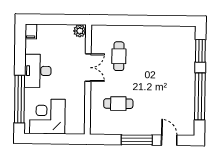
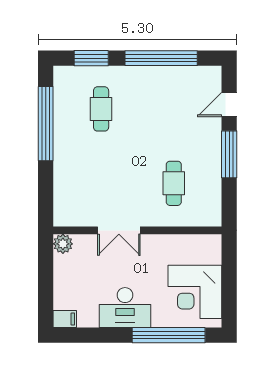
window: (158, 21) -> (46, 124), added
cafe table: (119, 56) -> (101, 109), moved, turned 90
double door: (88, 68) -> (119, 230), swing flipped

